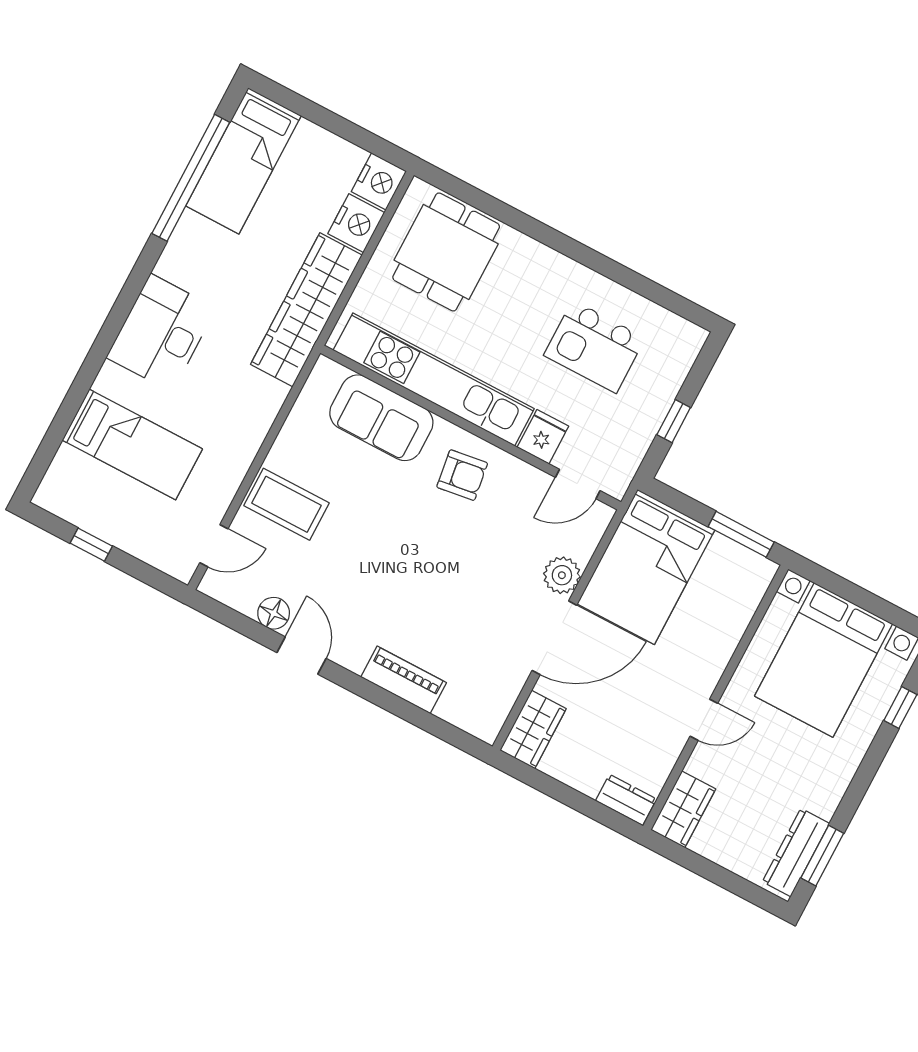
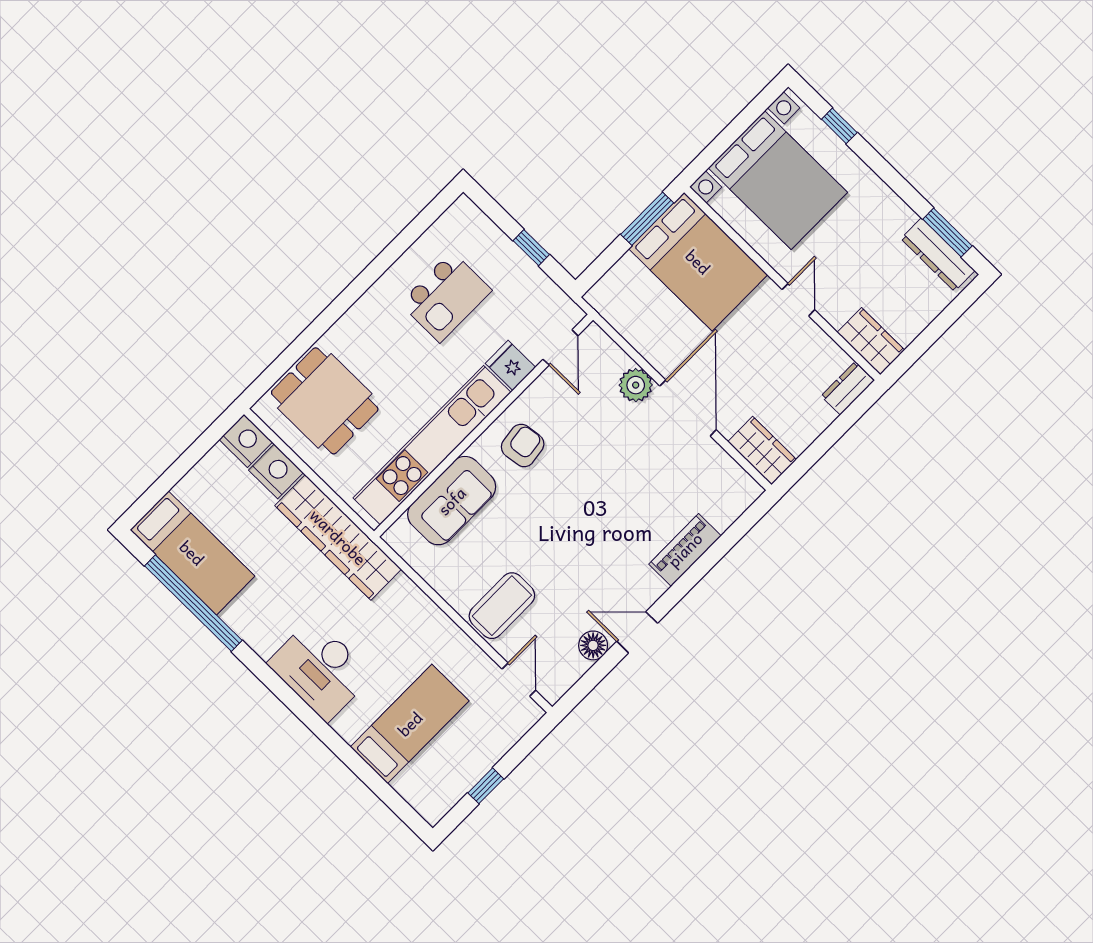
bed: (646, 567) -> (698, 262), moved

